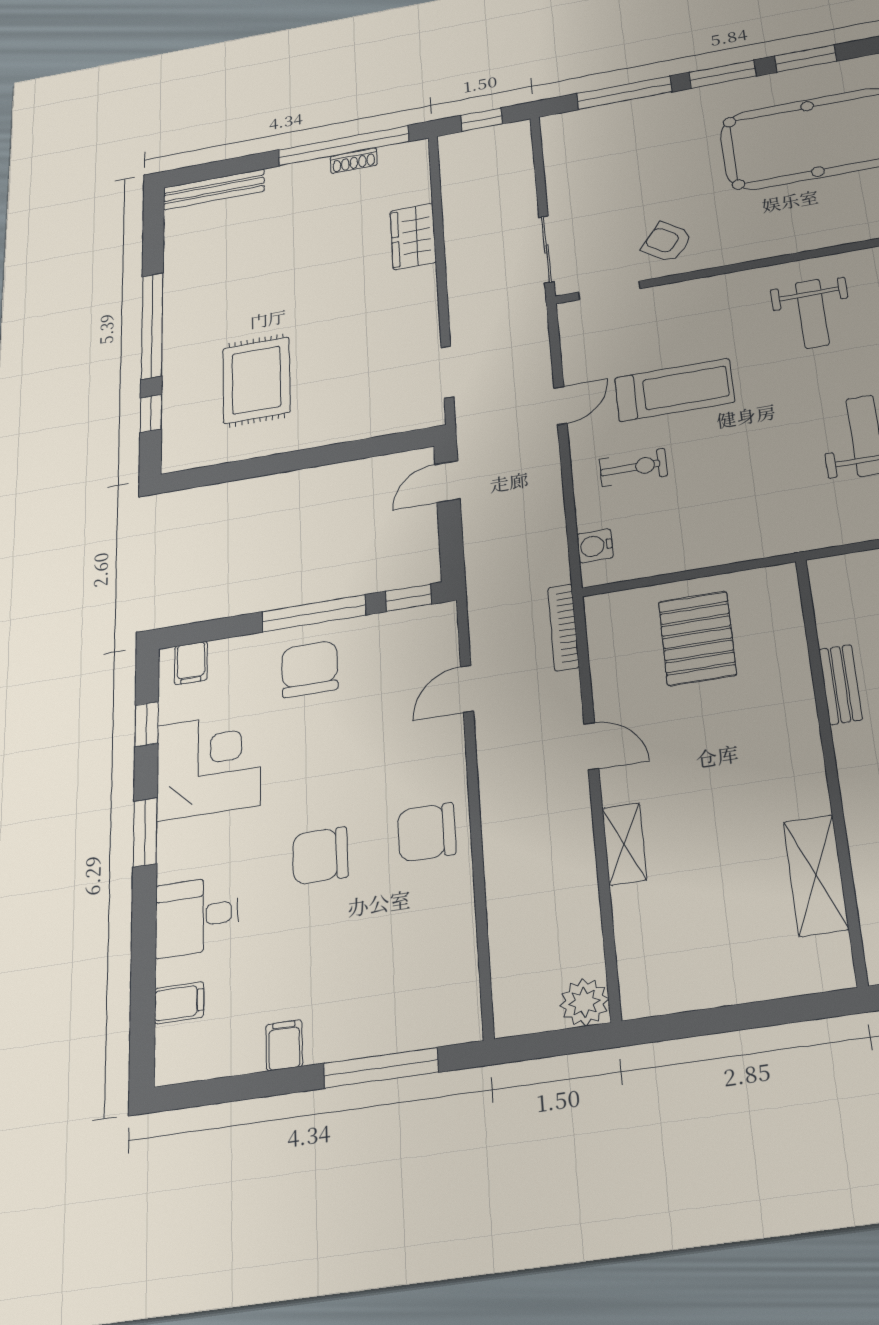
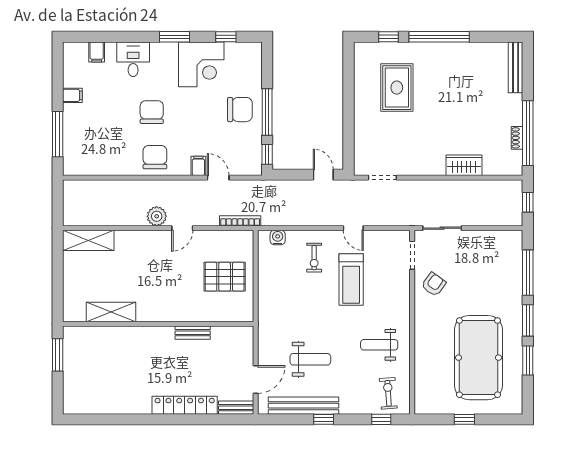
rug: (256, 380) -> (397, 88), turned 90
filing cabinet: (191, 663) -> (198, 166), moved, turned 90
shelving: (624, 844) -> (88, 240), moved, width x1.50, depth x1.33
plant: (584, 1002) -> (157, 216), moved

